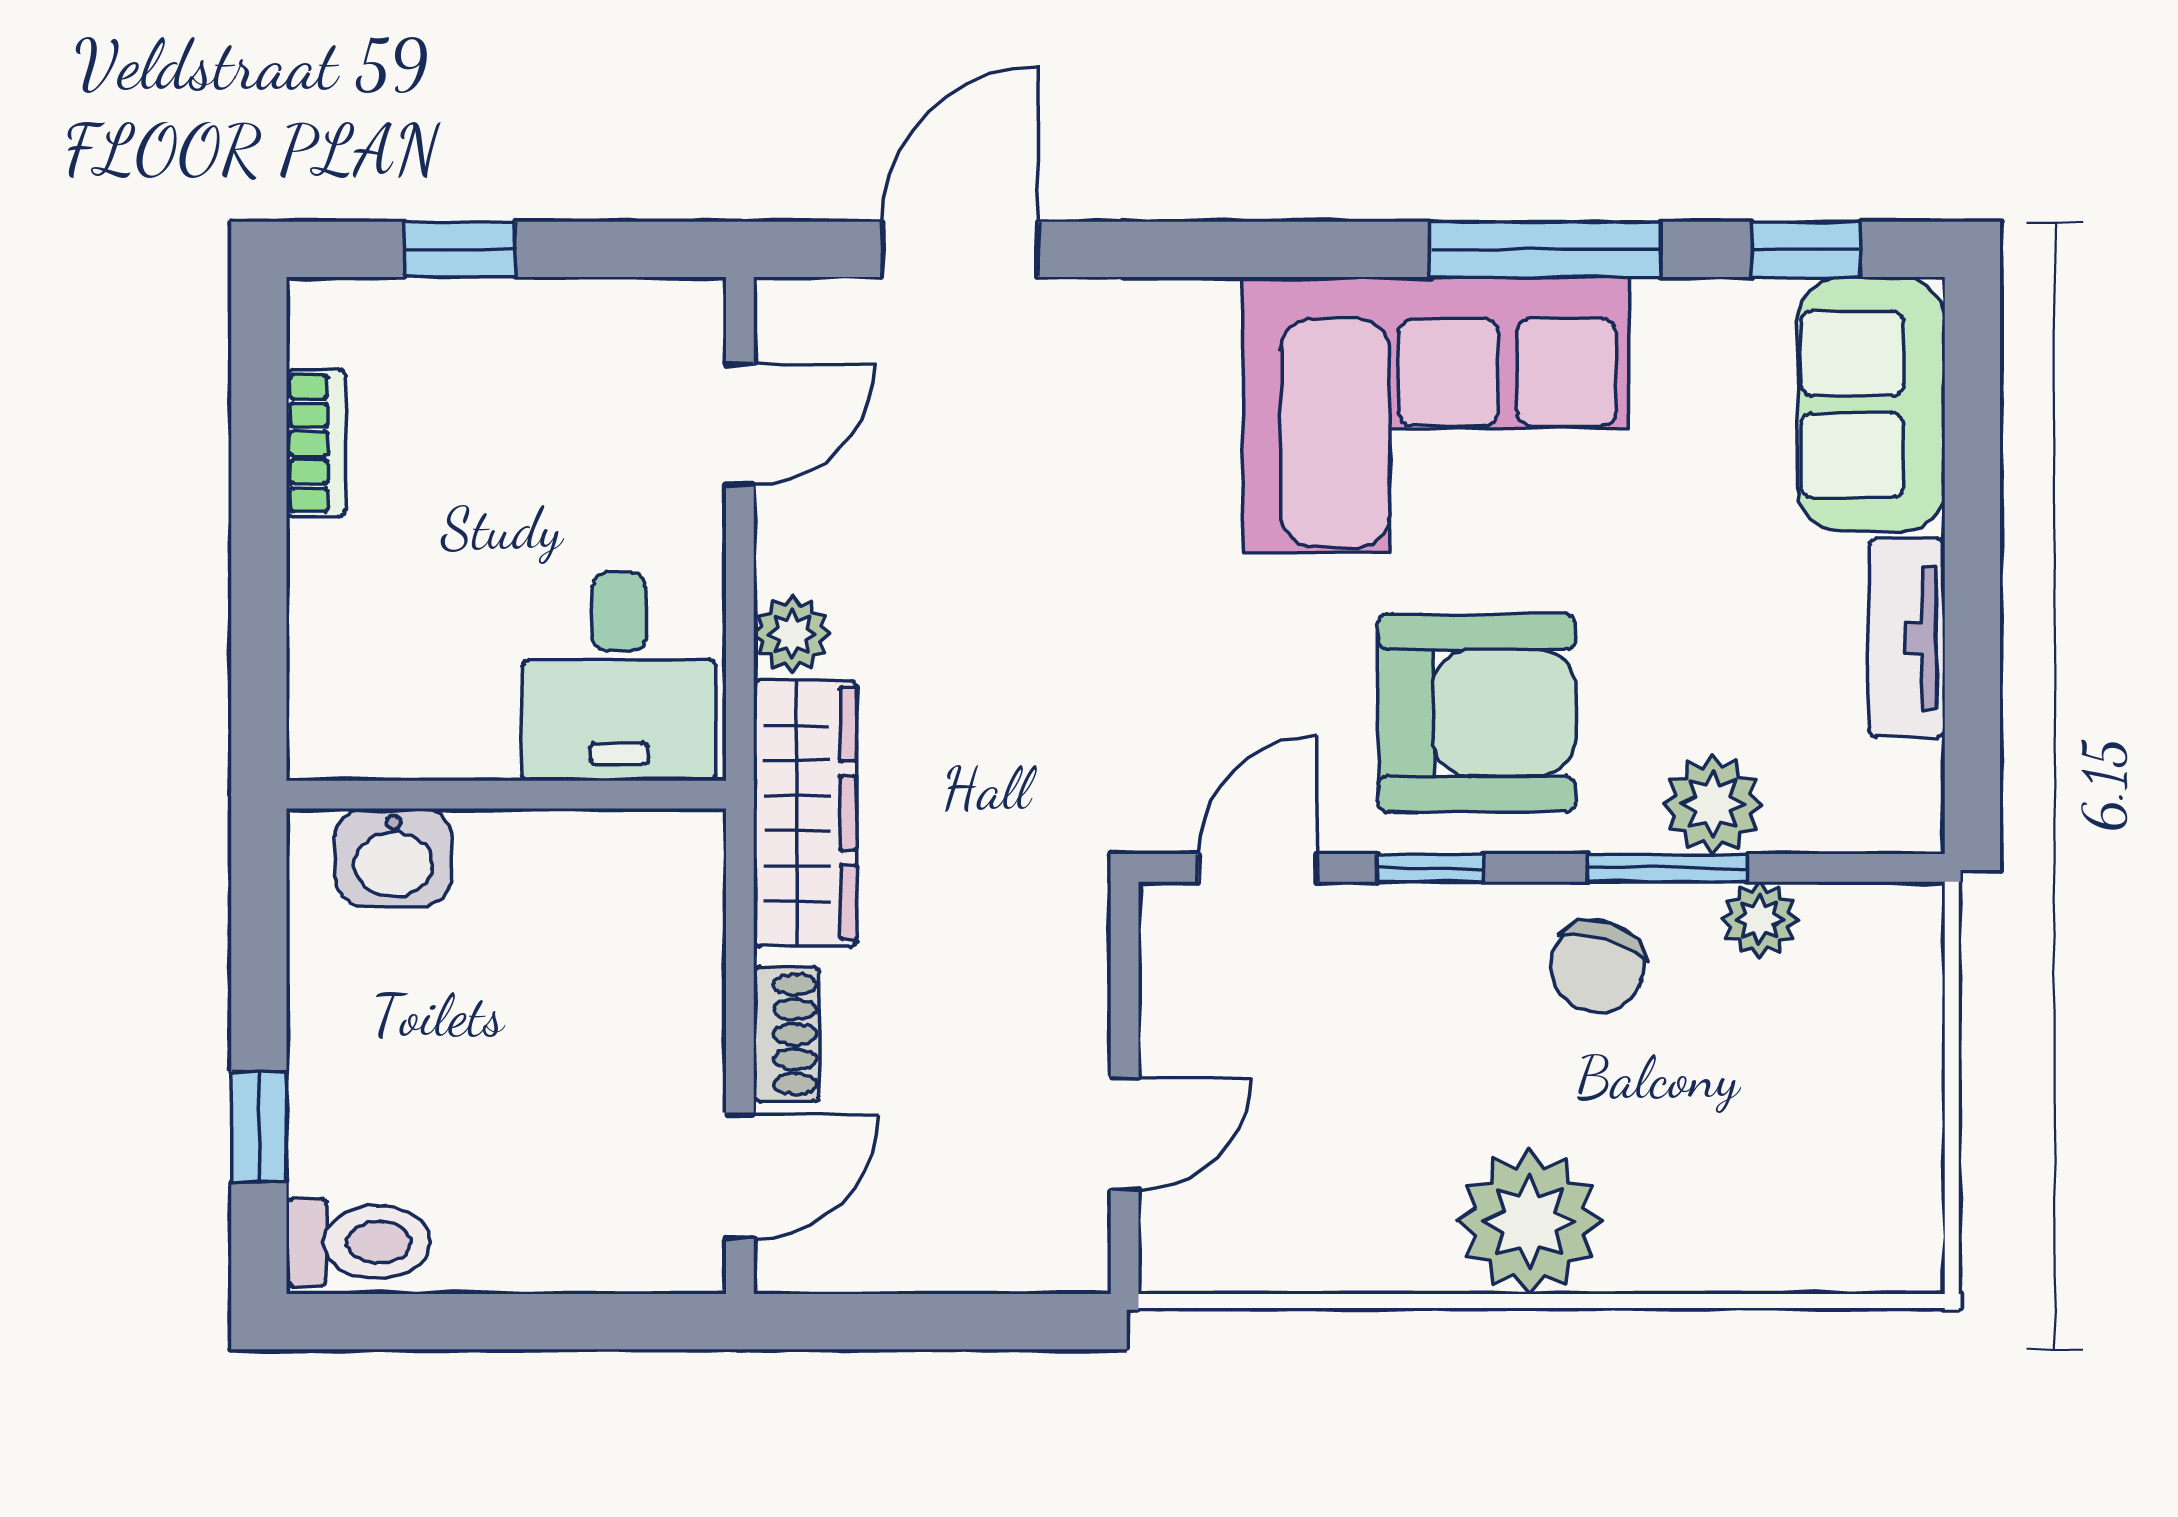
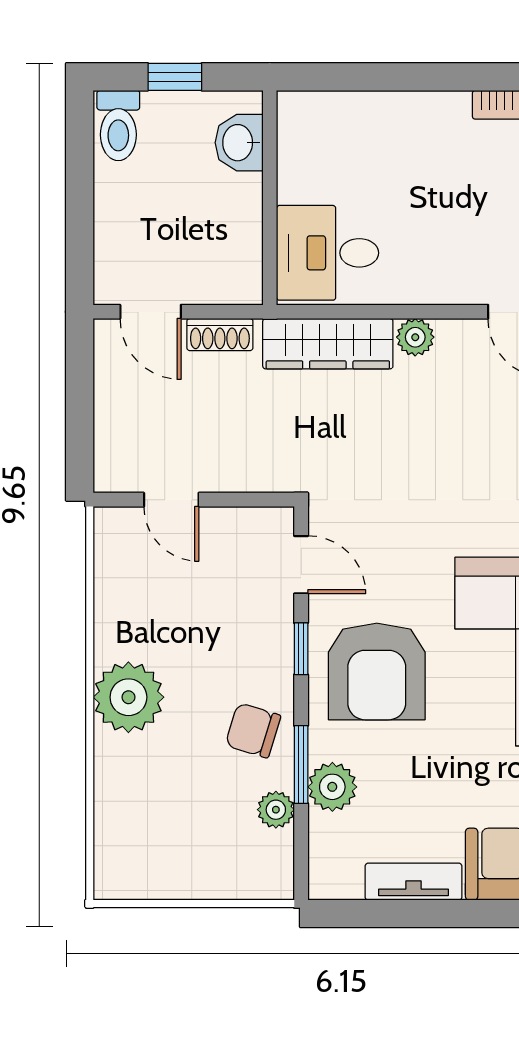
desk: (619, 676) -> (328, 253), moved
wall: (506, 795) -> (270, 198), moved
washbasin: (393, 858) -> (239, 143), moved

